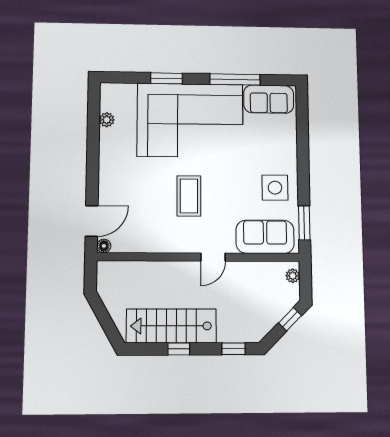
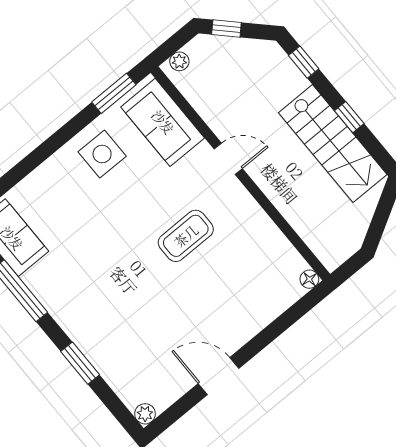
plant: (107, 120) -> (145, 414), moved
corner sofa: (190, 120) -> (105, 301), removed
door: (92, 221) -> (219, 376), moved

